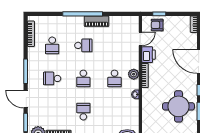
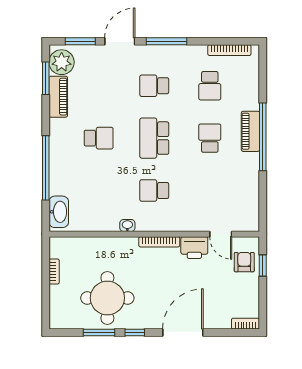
piano: (97, 21) -> (250, 131), moved
school desk: (52, 45) -> (210, 86), turned -90
school desk: (83, 45) -> (210, 138), turned 180
plant: (134, 74) -> (161, 223), removed
school desk: (52, 78) -> (154, 86), turned -90
school desk: (83, 78) -> (154, 138), width x1.85

